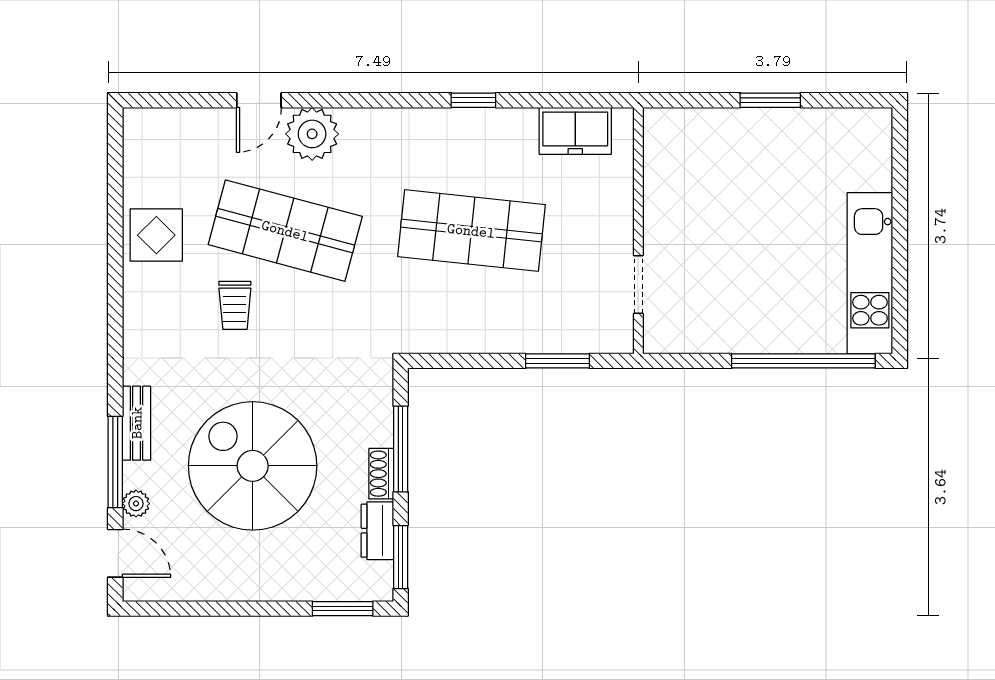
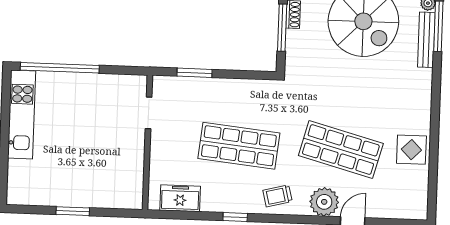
trolley: (235, 305) -> (278, 196), moved, turned -104
bench: (137, 423) -> (426, 40), width x1.36

